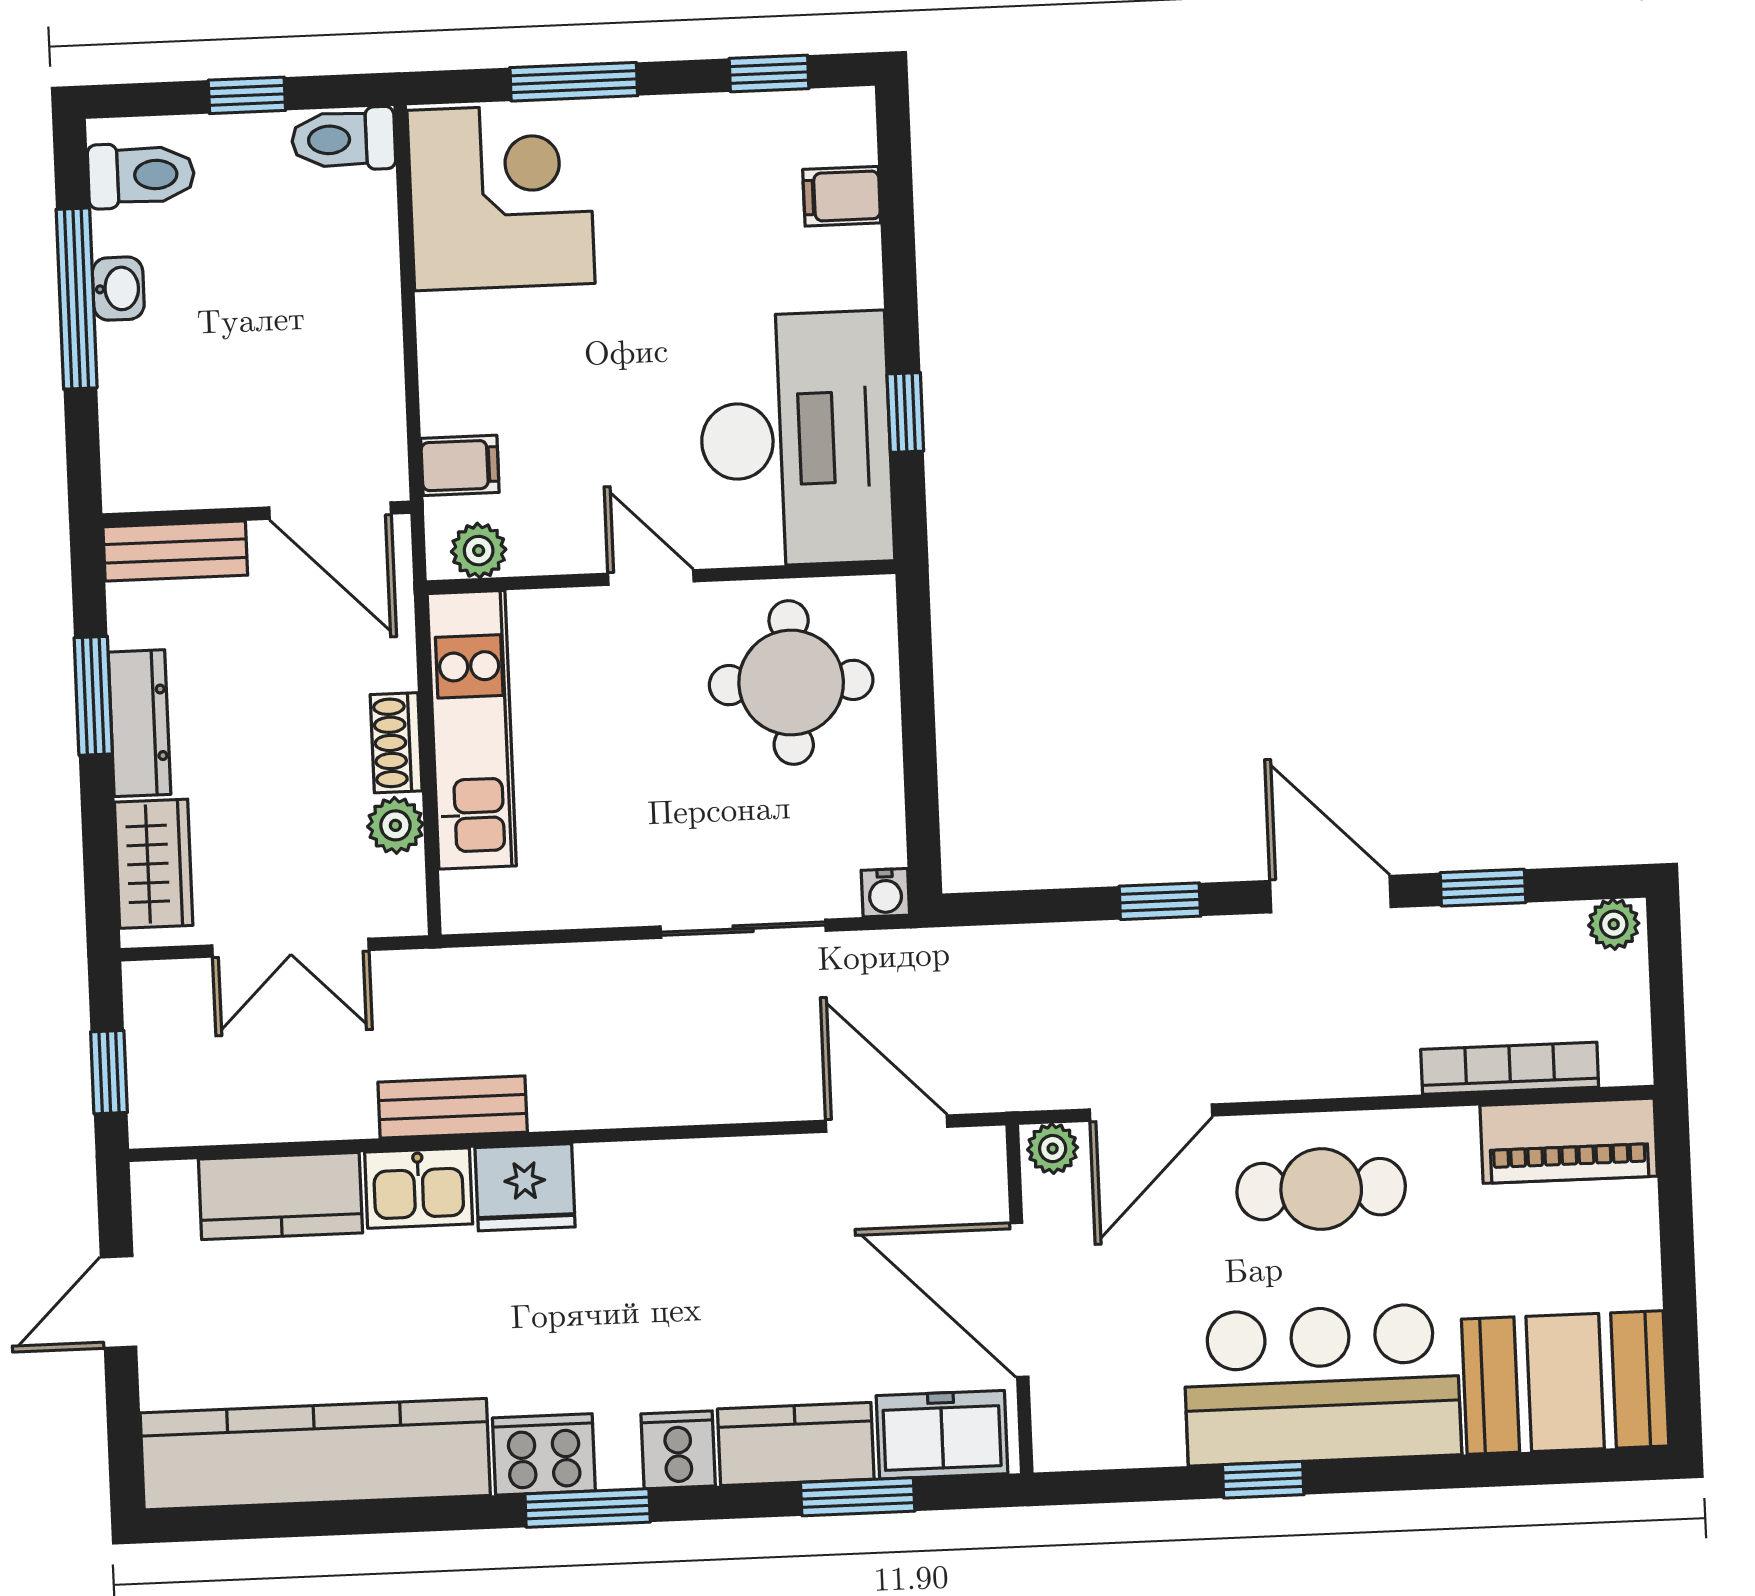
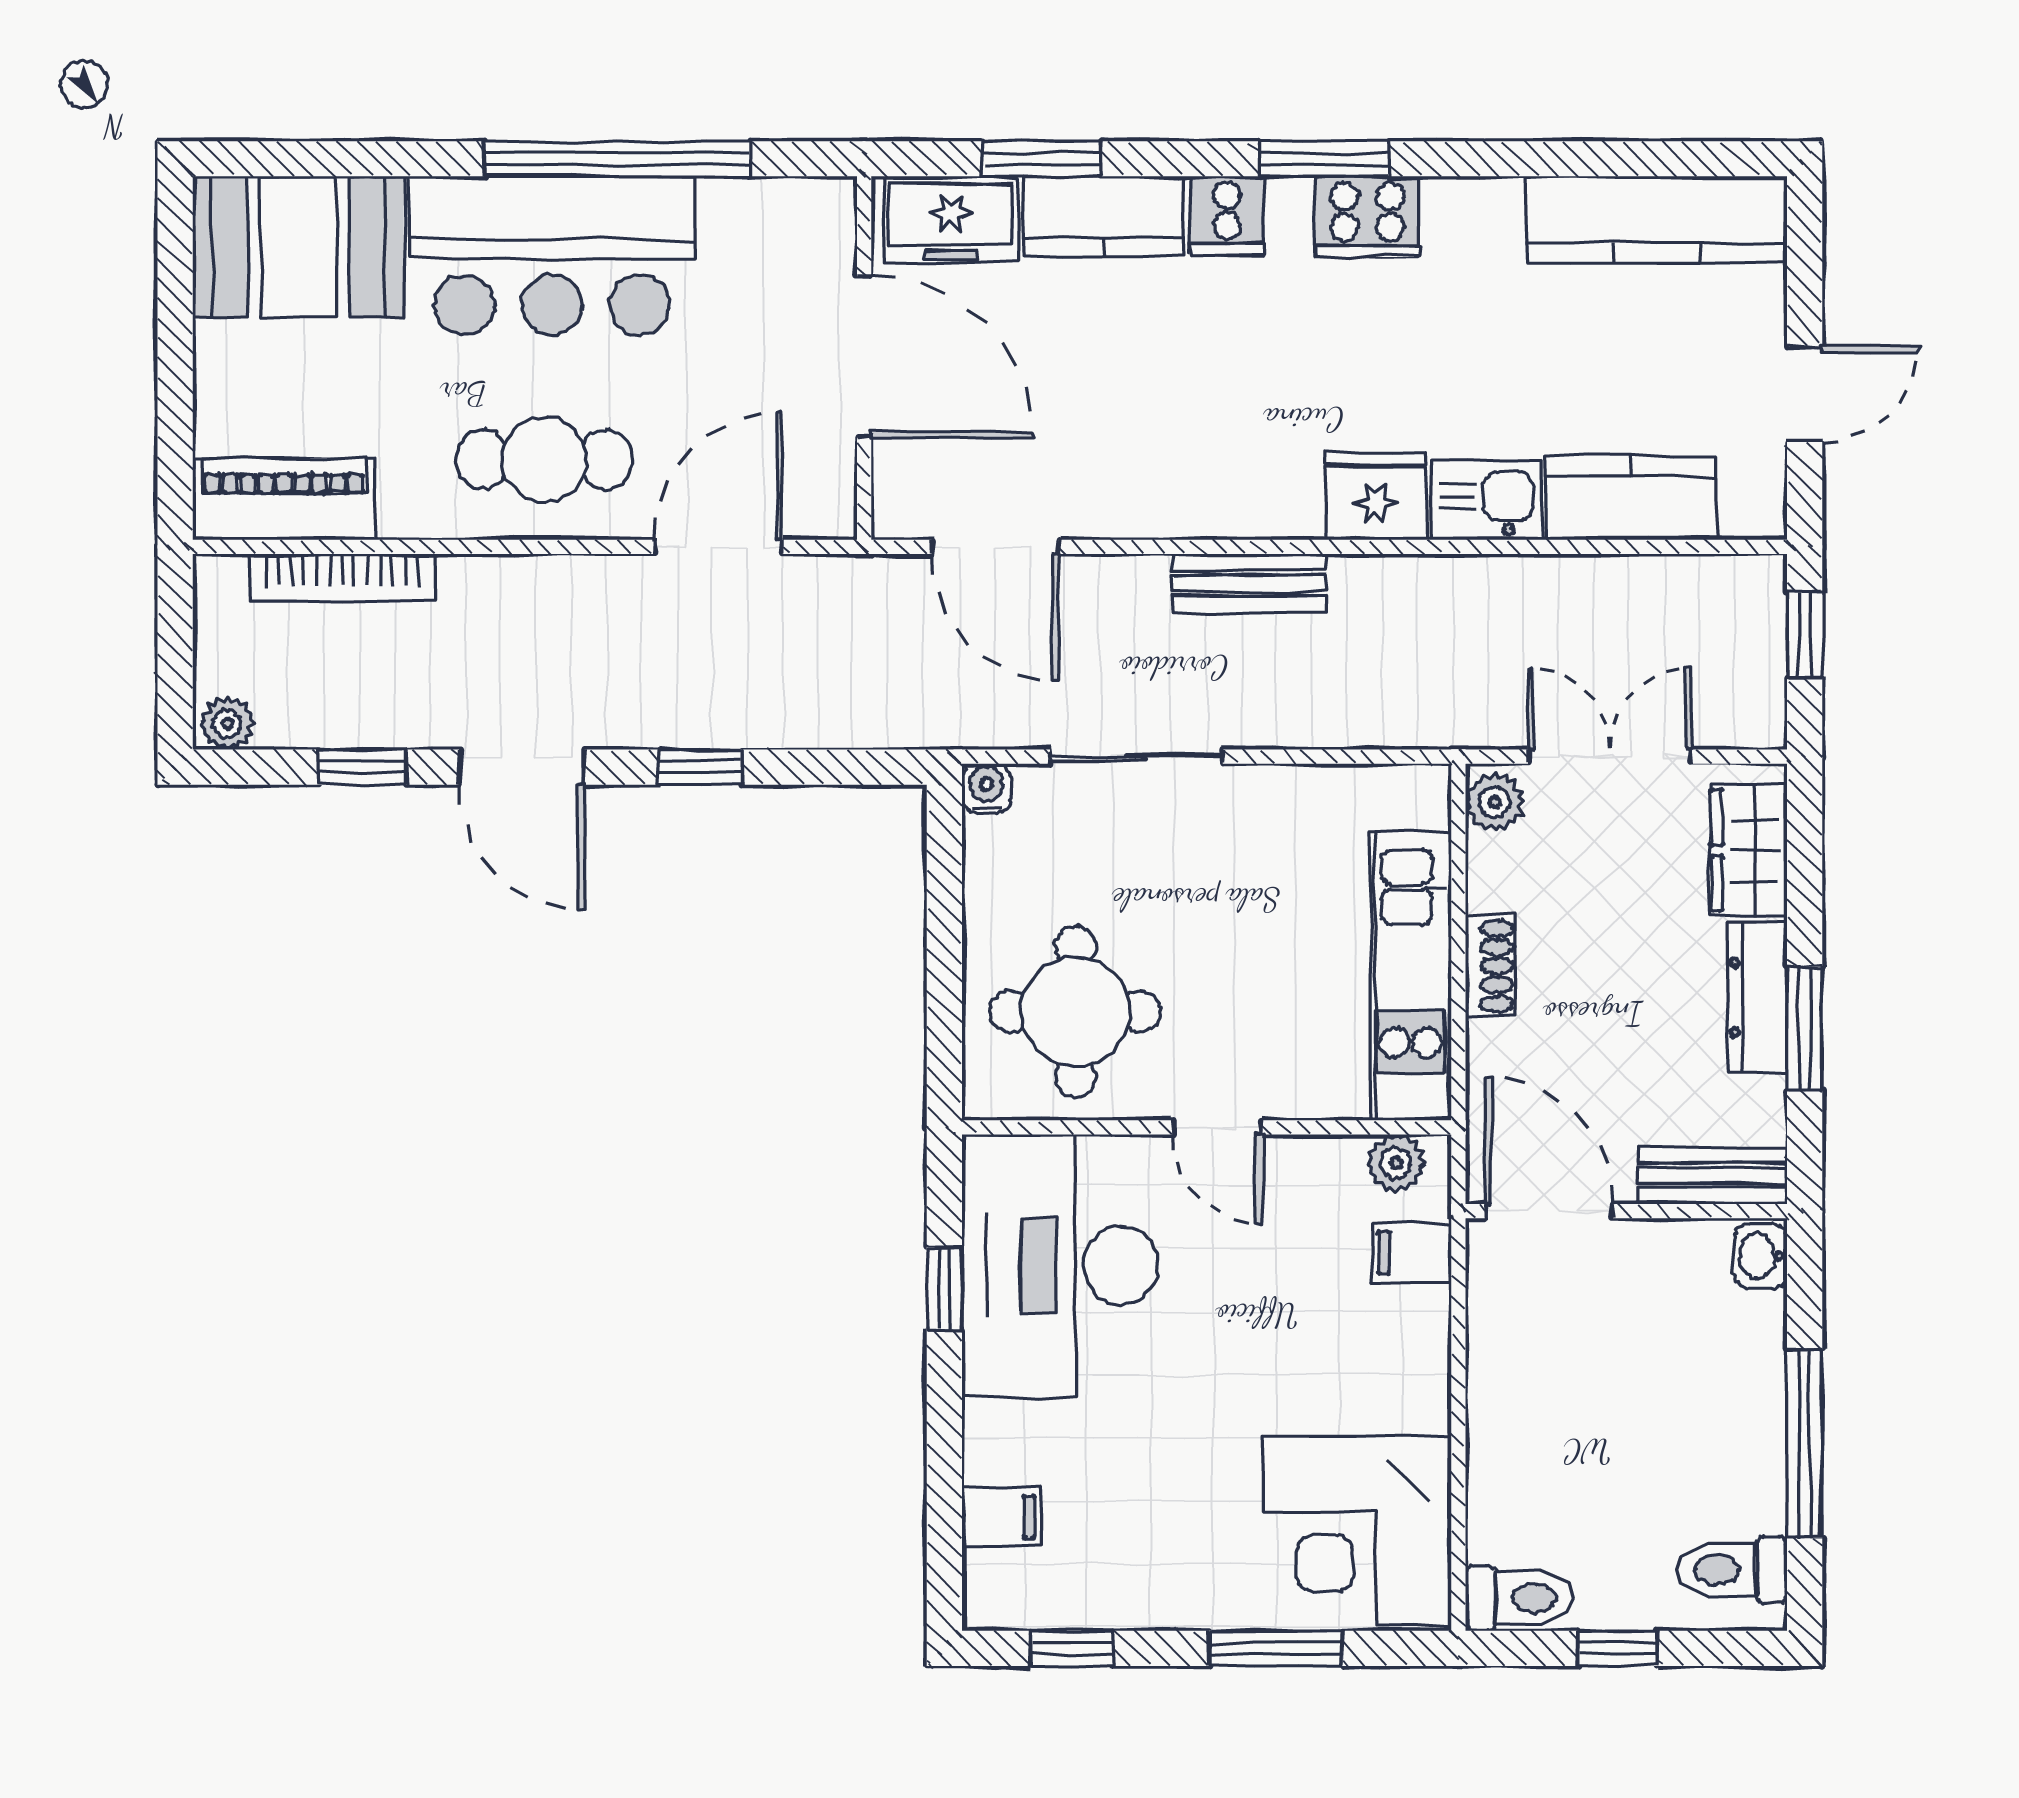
washbasin: (118, 289) -> (1761, 1256), moved
plant: (395, 825) -> (1495, 802), moved
bench: (453, 1107) -> (1249, 583), moved
plant: (1053, 1149) -> (823, 514), removed
kitchen counter: (315, 1454) -> (1657, 220), width x0.72, depth x0.86
window: (1263, 1480) -> (618, 159), width x3.17

